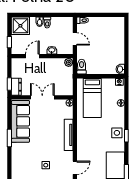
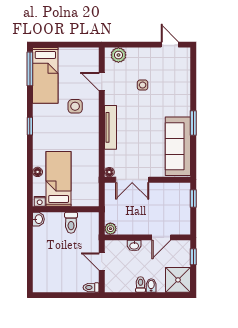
toilet: (82, 67) -> (71, 223), moved
dresser: (16, 87) -> (184, 195), removed
double door: (42, 97) -> (132, 180), moved
bed: (92, 98) -> (59, 179), moved
side table: (117, 133) -> (75, 106), moved
door: (75, 168) -> (102, 81), hinge flipped

